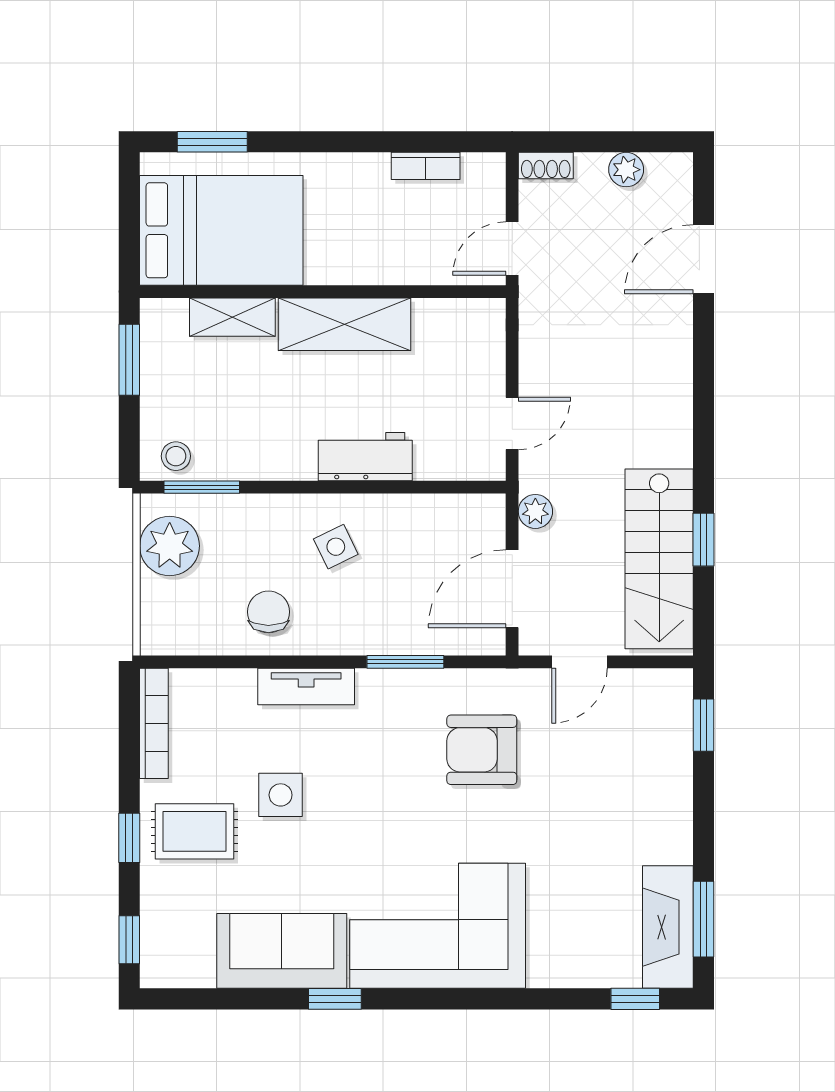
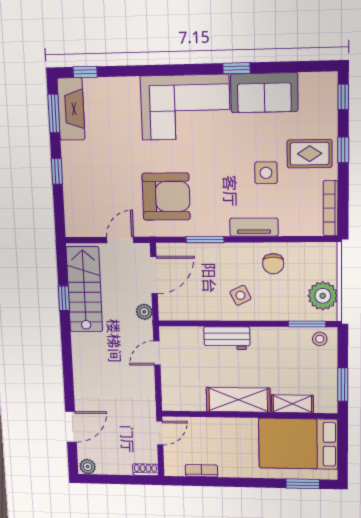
plant: (626, 170) -> (88, 467), moved
window: (703, 725) -> (57, 171), moved
armchair: (482, 750) -> (166, 197), width x1.36, depth x1.36

